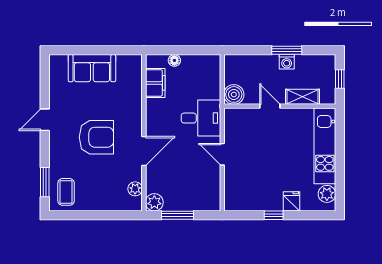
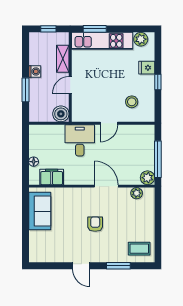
window: (287, 50) -> (25, 90), moved
sofa: (92, 68) -> (40, 211), moved
armchair: (96, 137) -> (95, 224), width x0.53, depth x0.53
window: (340, 137) -> (95, 29), added
window: (45, 182) -> (118, 266), moved
stool: (249, 183) -> (132, 102), added
window: (177, 215) -> (158, 159), width x1.44

